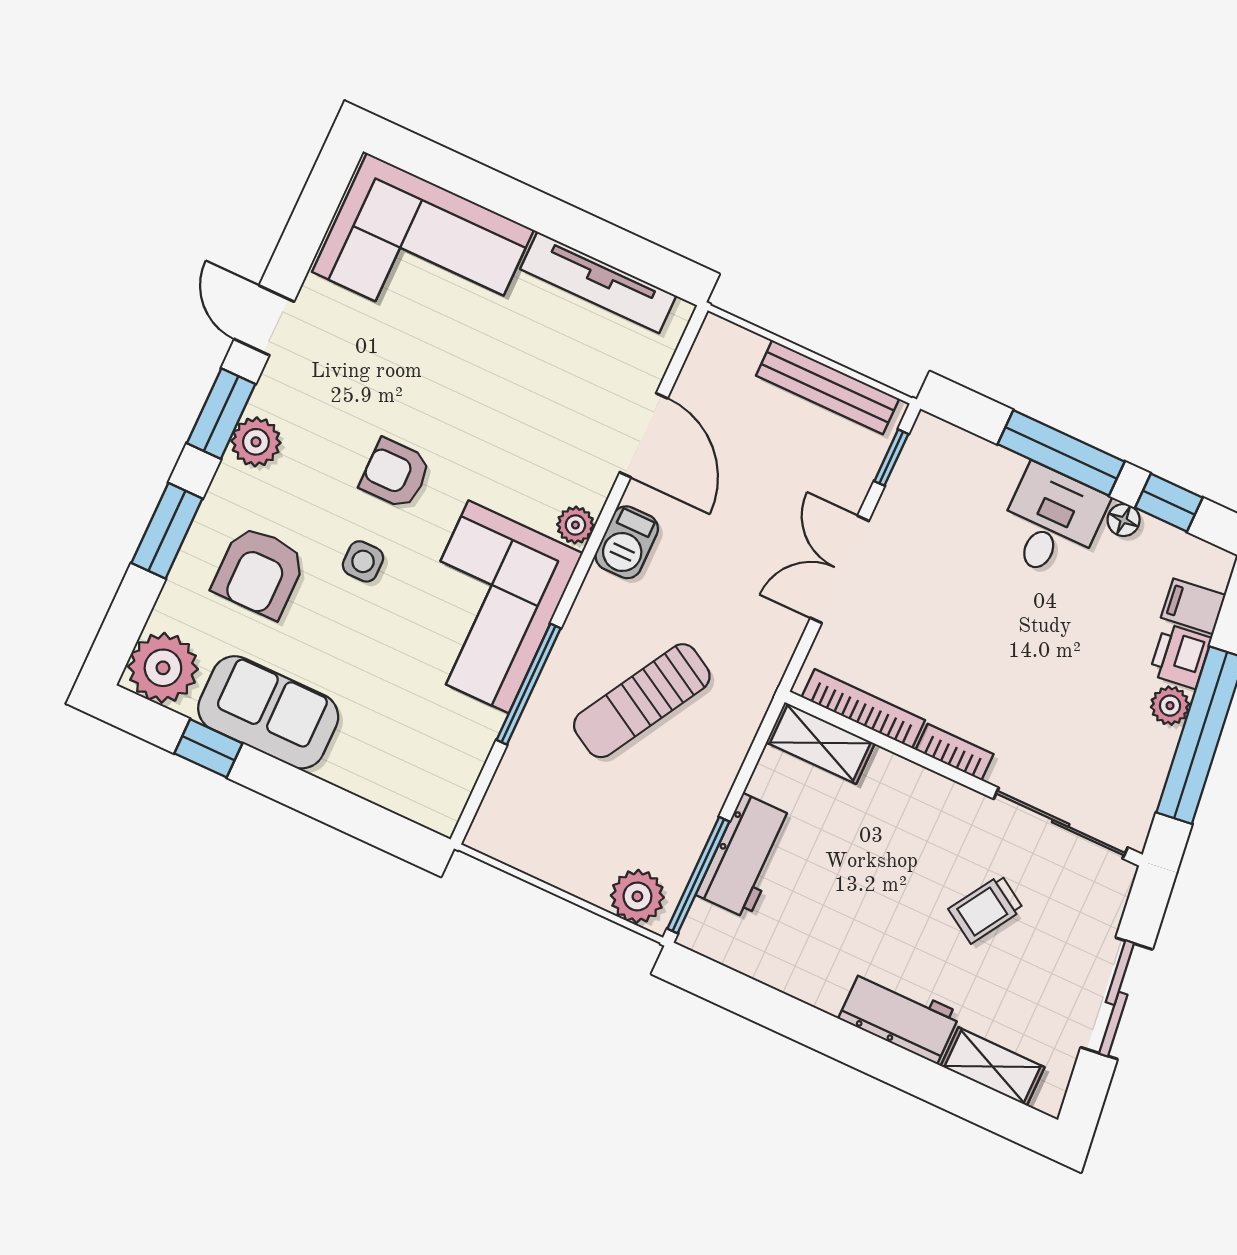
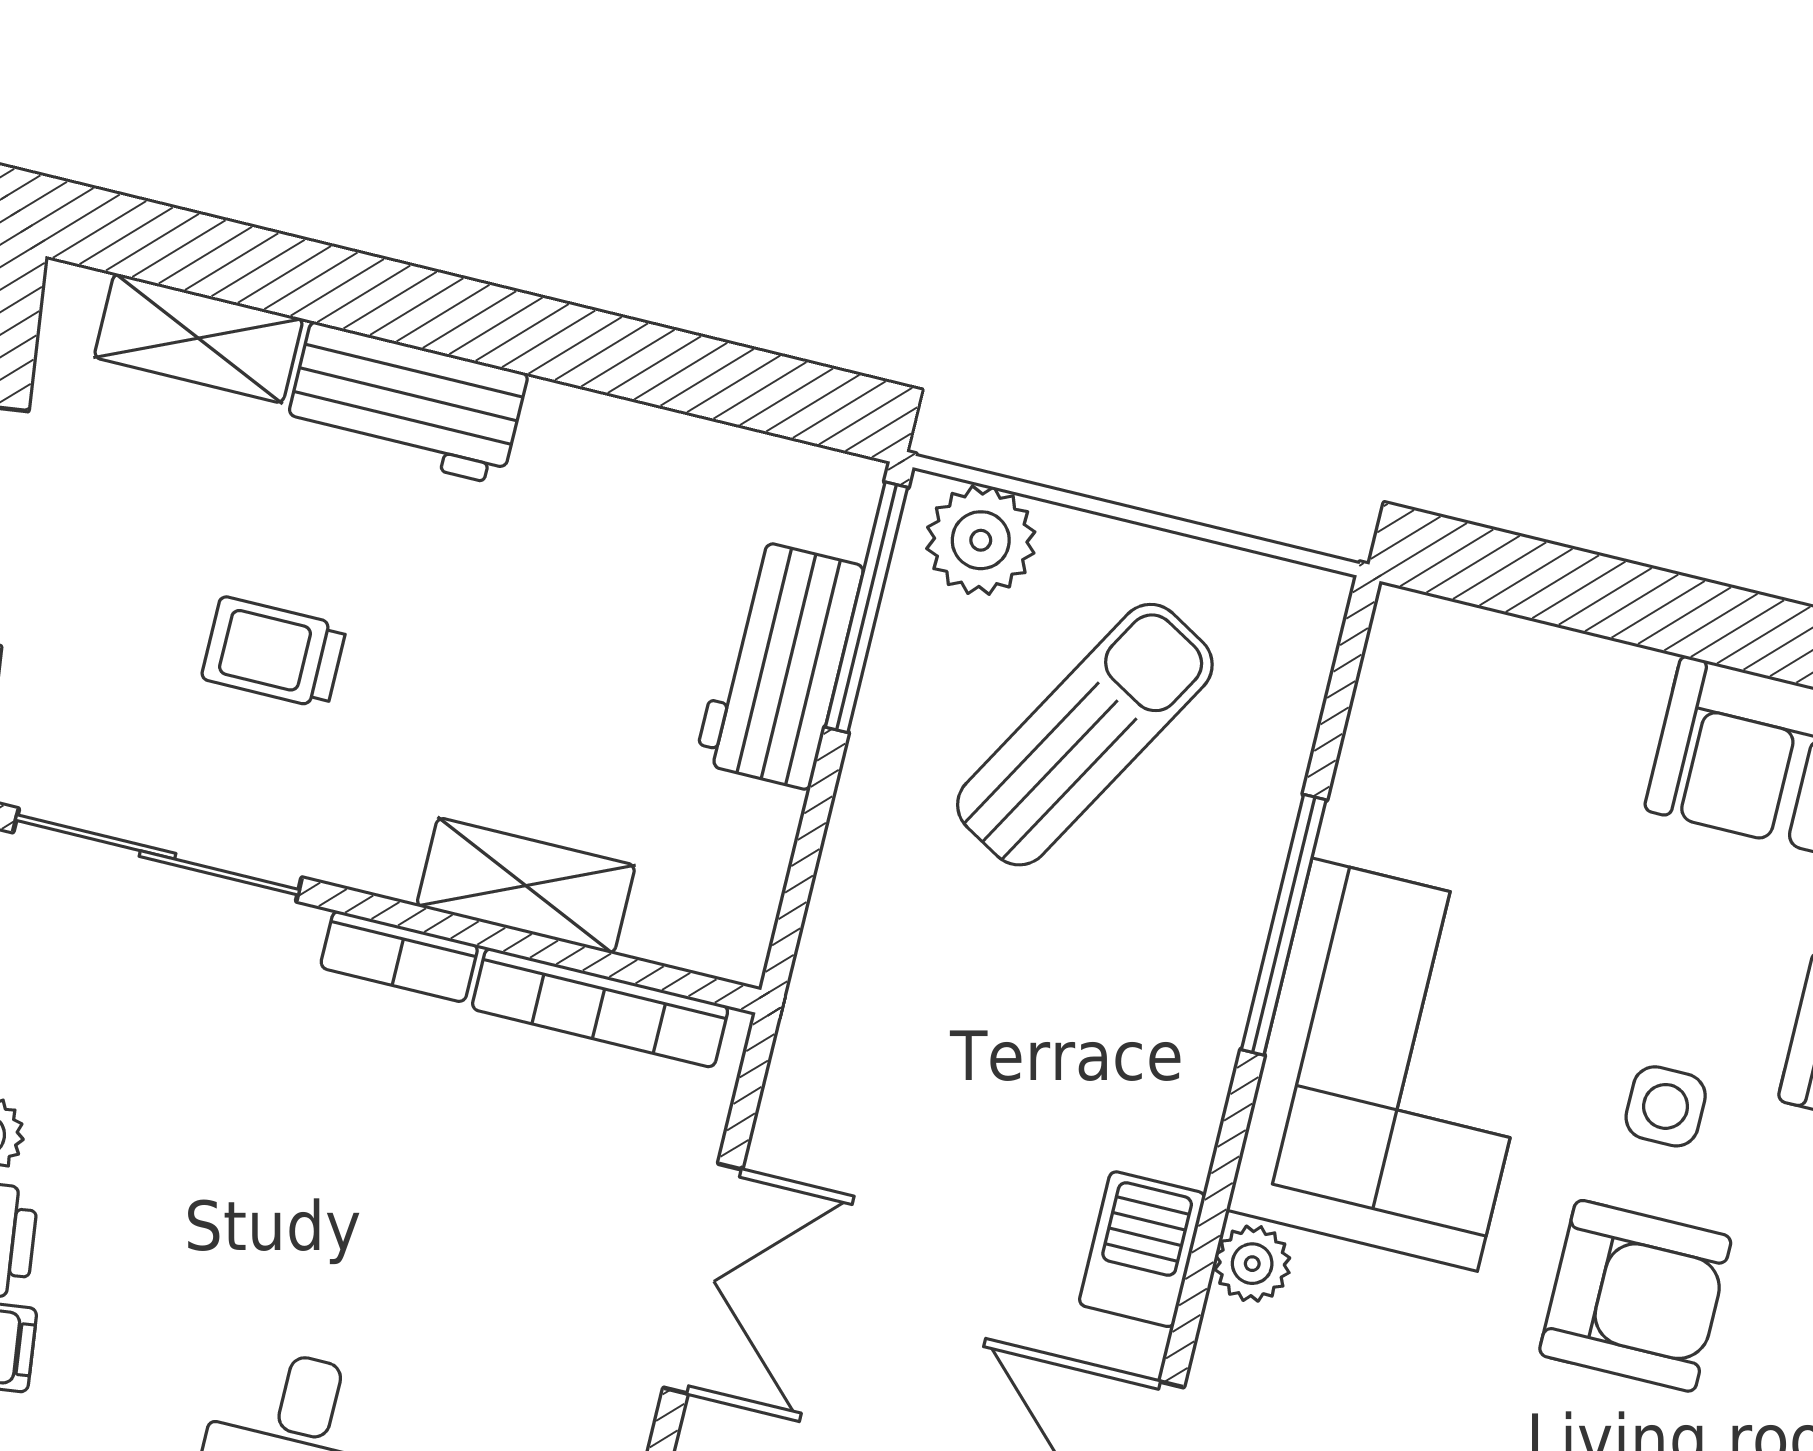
armchair: (395, 474) -> (1635, 1296), width x1.38, depth x1.38
sun lounger: (642, 701) -> (1085, 735), moved
shelving: (820, 743) -> (526, 886), moved
trolley: (986, 909) -> (274, 652), turned -122

